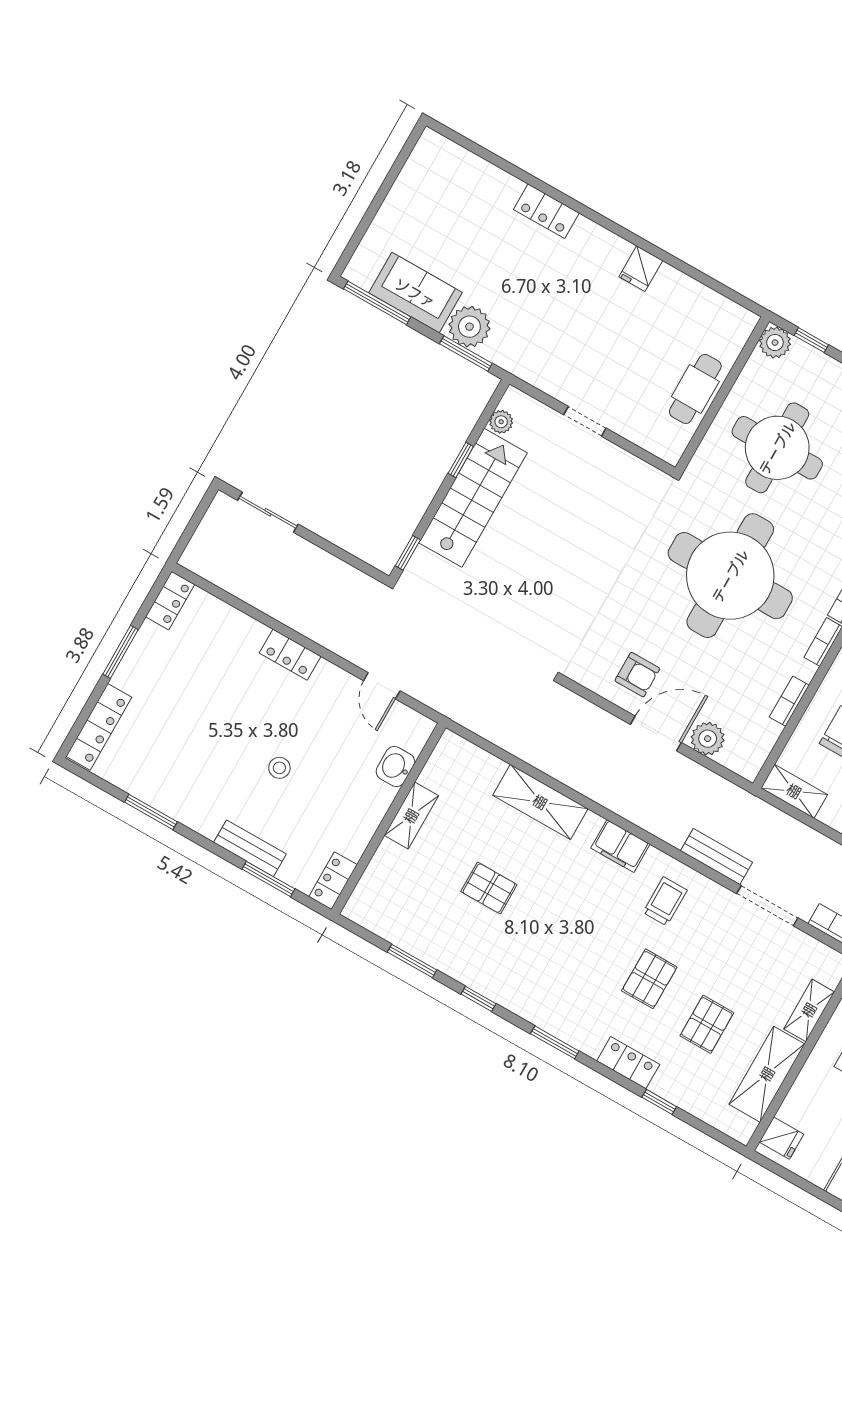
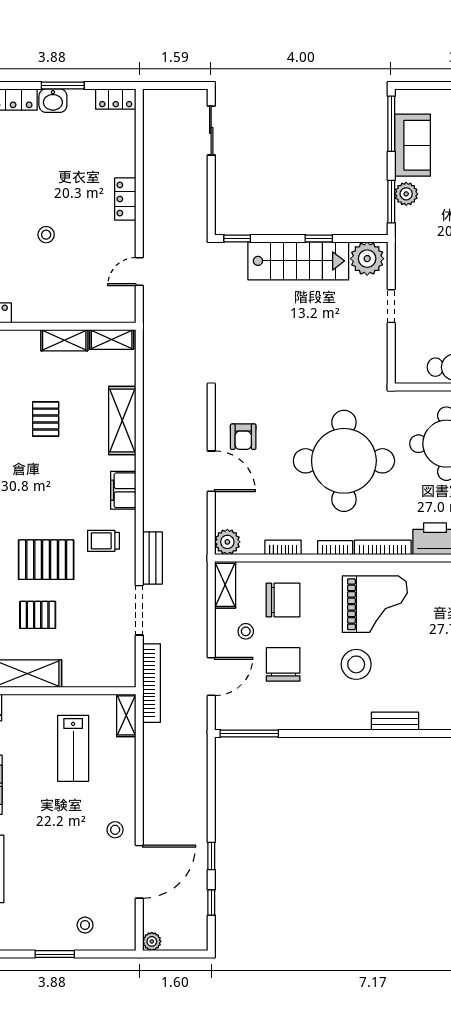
plant: (469, 327) -> (406, 194), width x0.73, depth x0.73
plant: (501, 422) -> (367, 259), width x1.88, depth x1.88
plant: (708, 739) -> (227, 542), moved
washbasin: (395, 767) -> (53, 101), moved, turned 180
trolley: (665, 901) -> (103, 541), turned 180
pallet: (649, 979) -> (46, 560), width x1.50, depth x1.42
shelving: (809, 1010) -> (112, 340), moved

